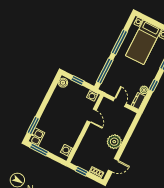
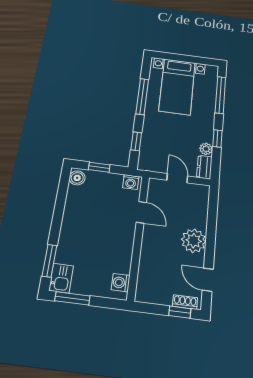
window: (105, 71) -> (136, 141), width x0.46
door: (113, 165) -> (208, 280), swing flipped
window: (82, 171) -> (180, 312), moved

